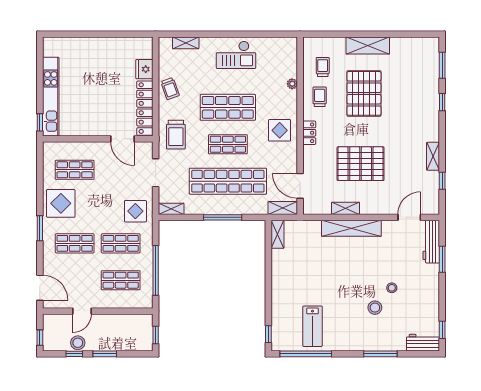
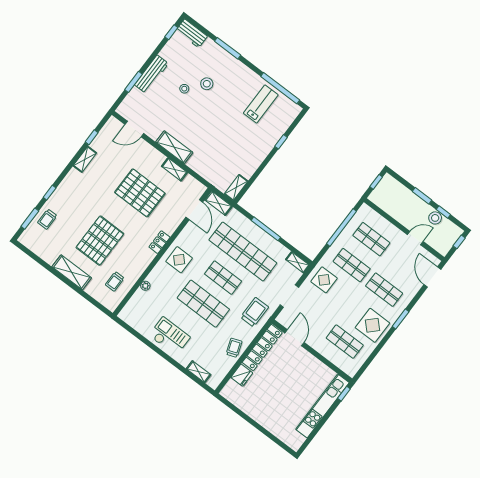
trolley: (320, 97) -> (47, 219), moved
shelving: (351, 228) -> (174, 147), width x0.68
workbench: (431, 242) -> (151, 74), moved
window: (268, 334) -> (281, 142), moved

